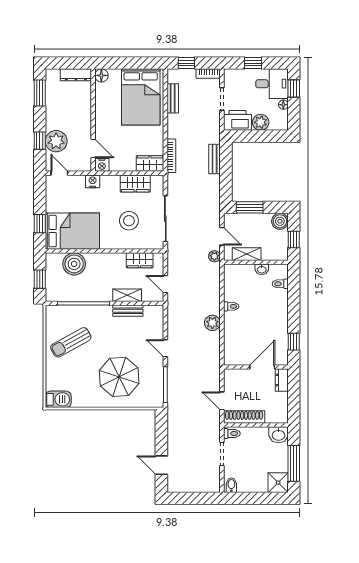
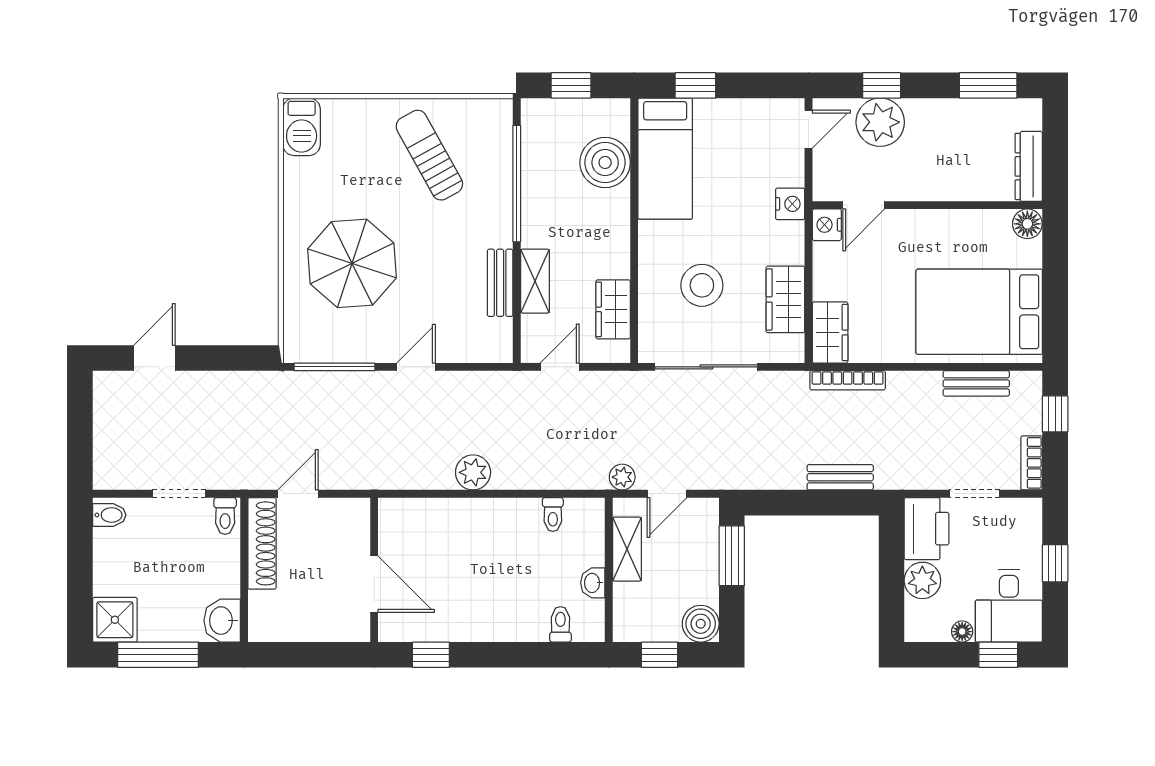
bed: (72, 231) -> (665, 159), width x0.67
toilet: (231, 306) -> (553, 515), moved
dresser: (282, 380) -> (345, 628), removed

